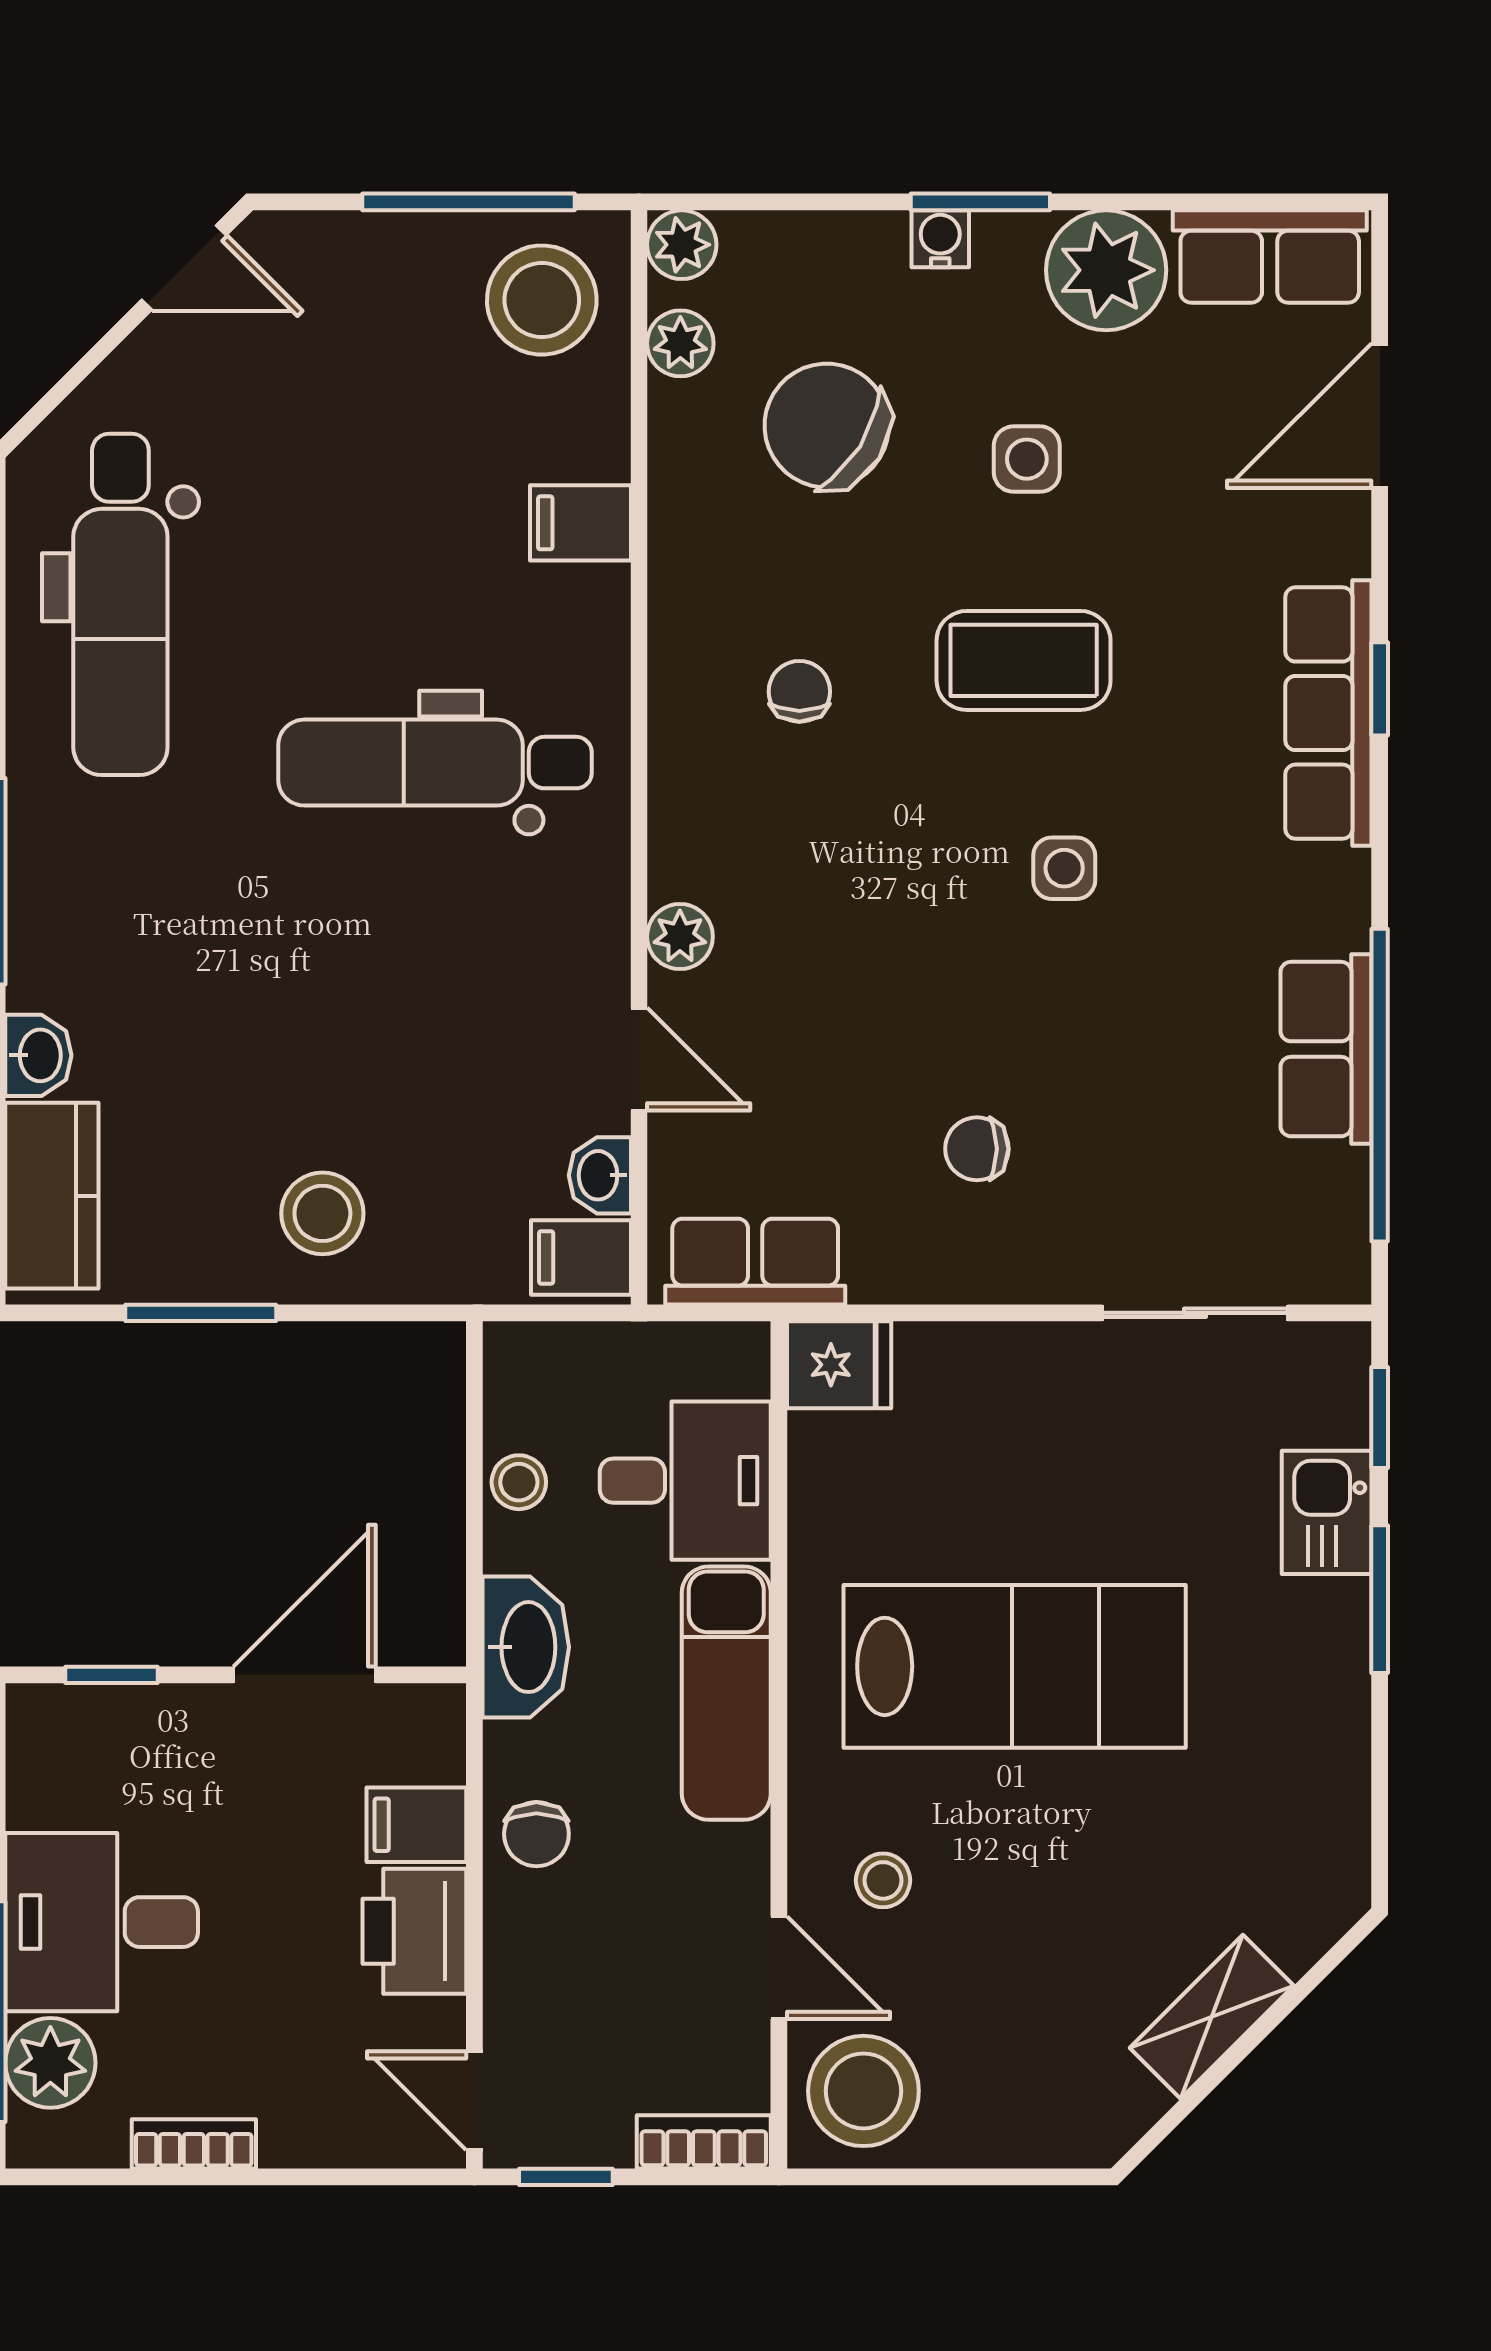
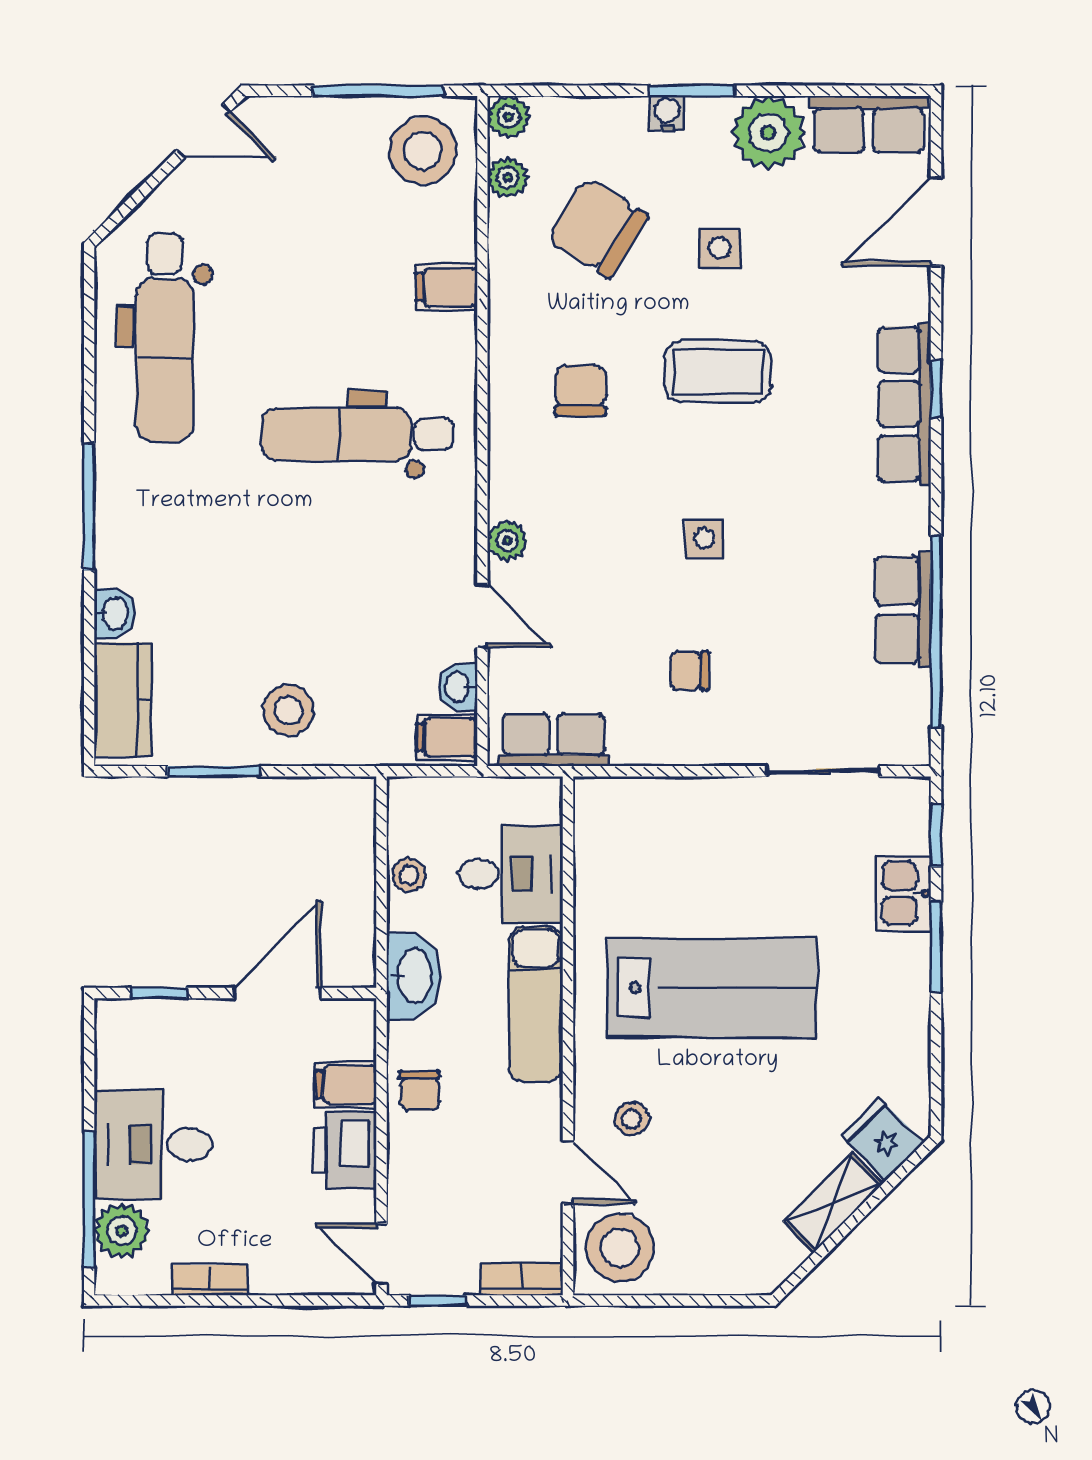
chair: (799, 691) -> (581, 391), width x1.37, depth x1.37
side table: (1064, 868) -> (704, 539), moved
fridge: (839, 1365) -> (883, 1139), moved, turned -135

